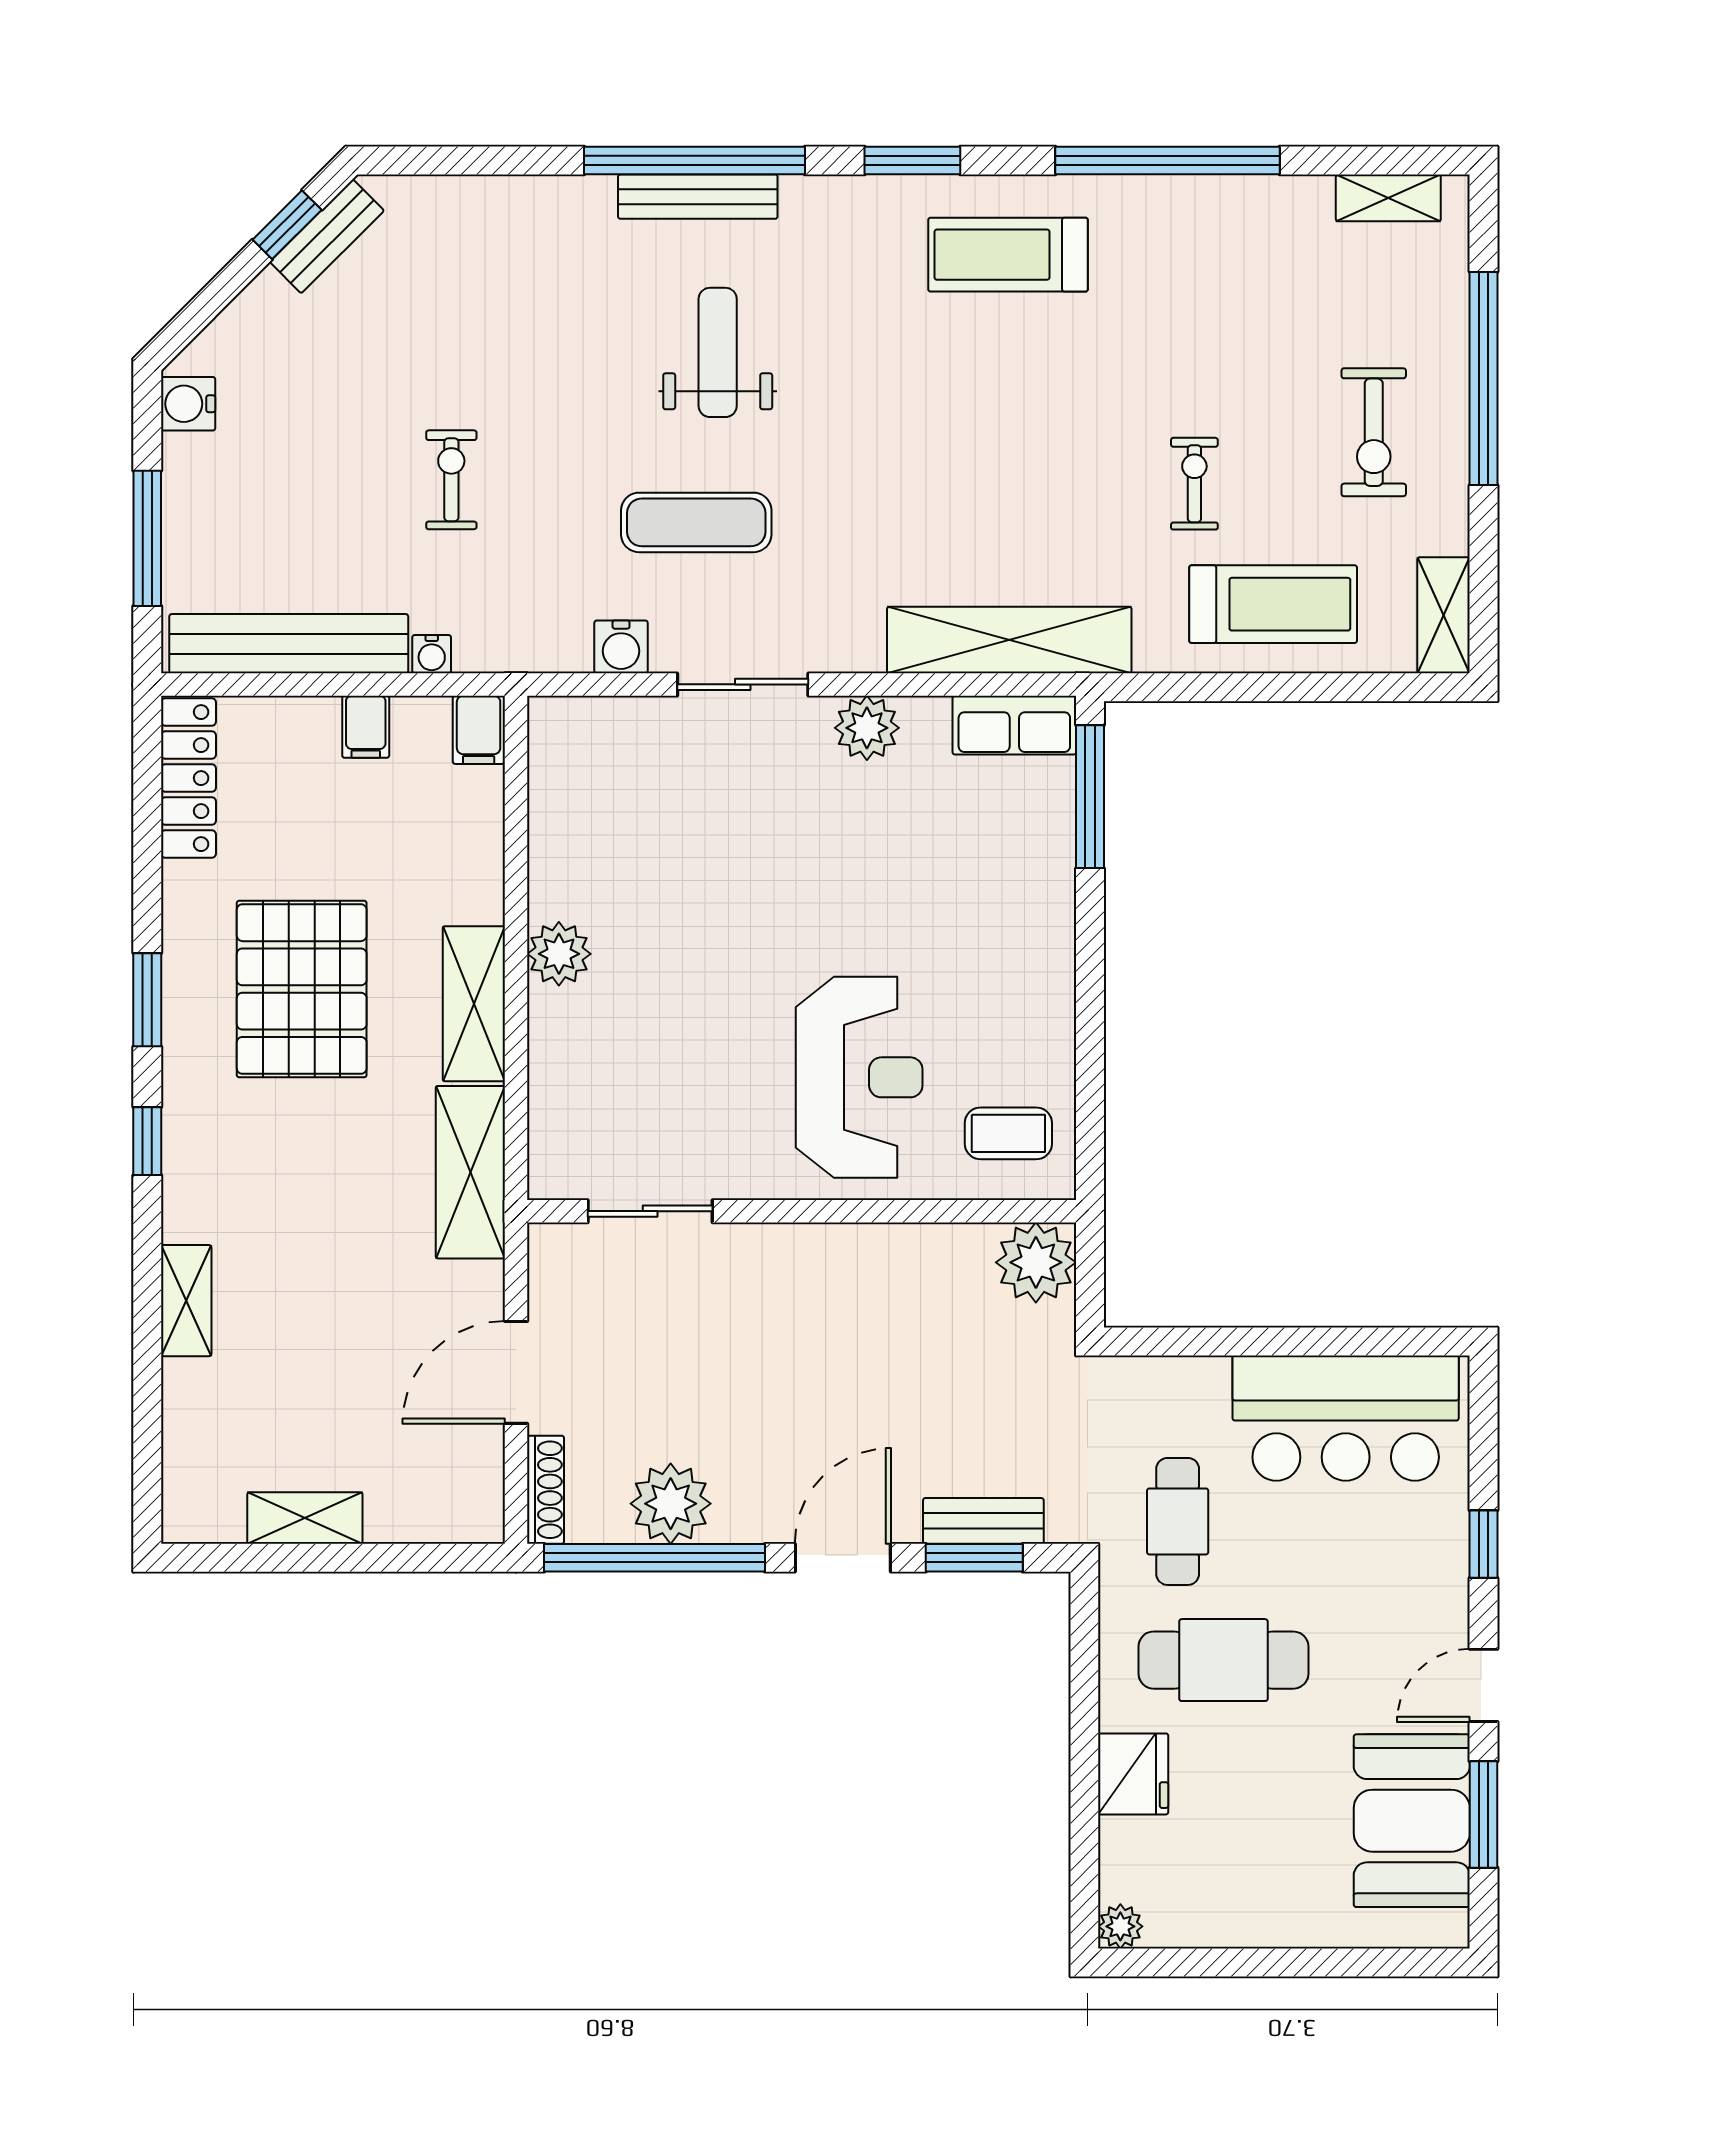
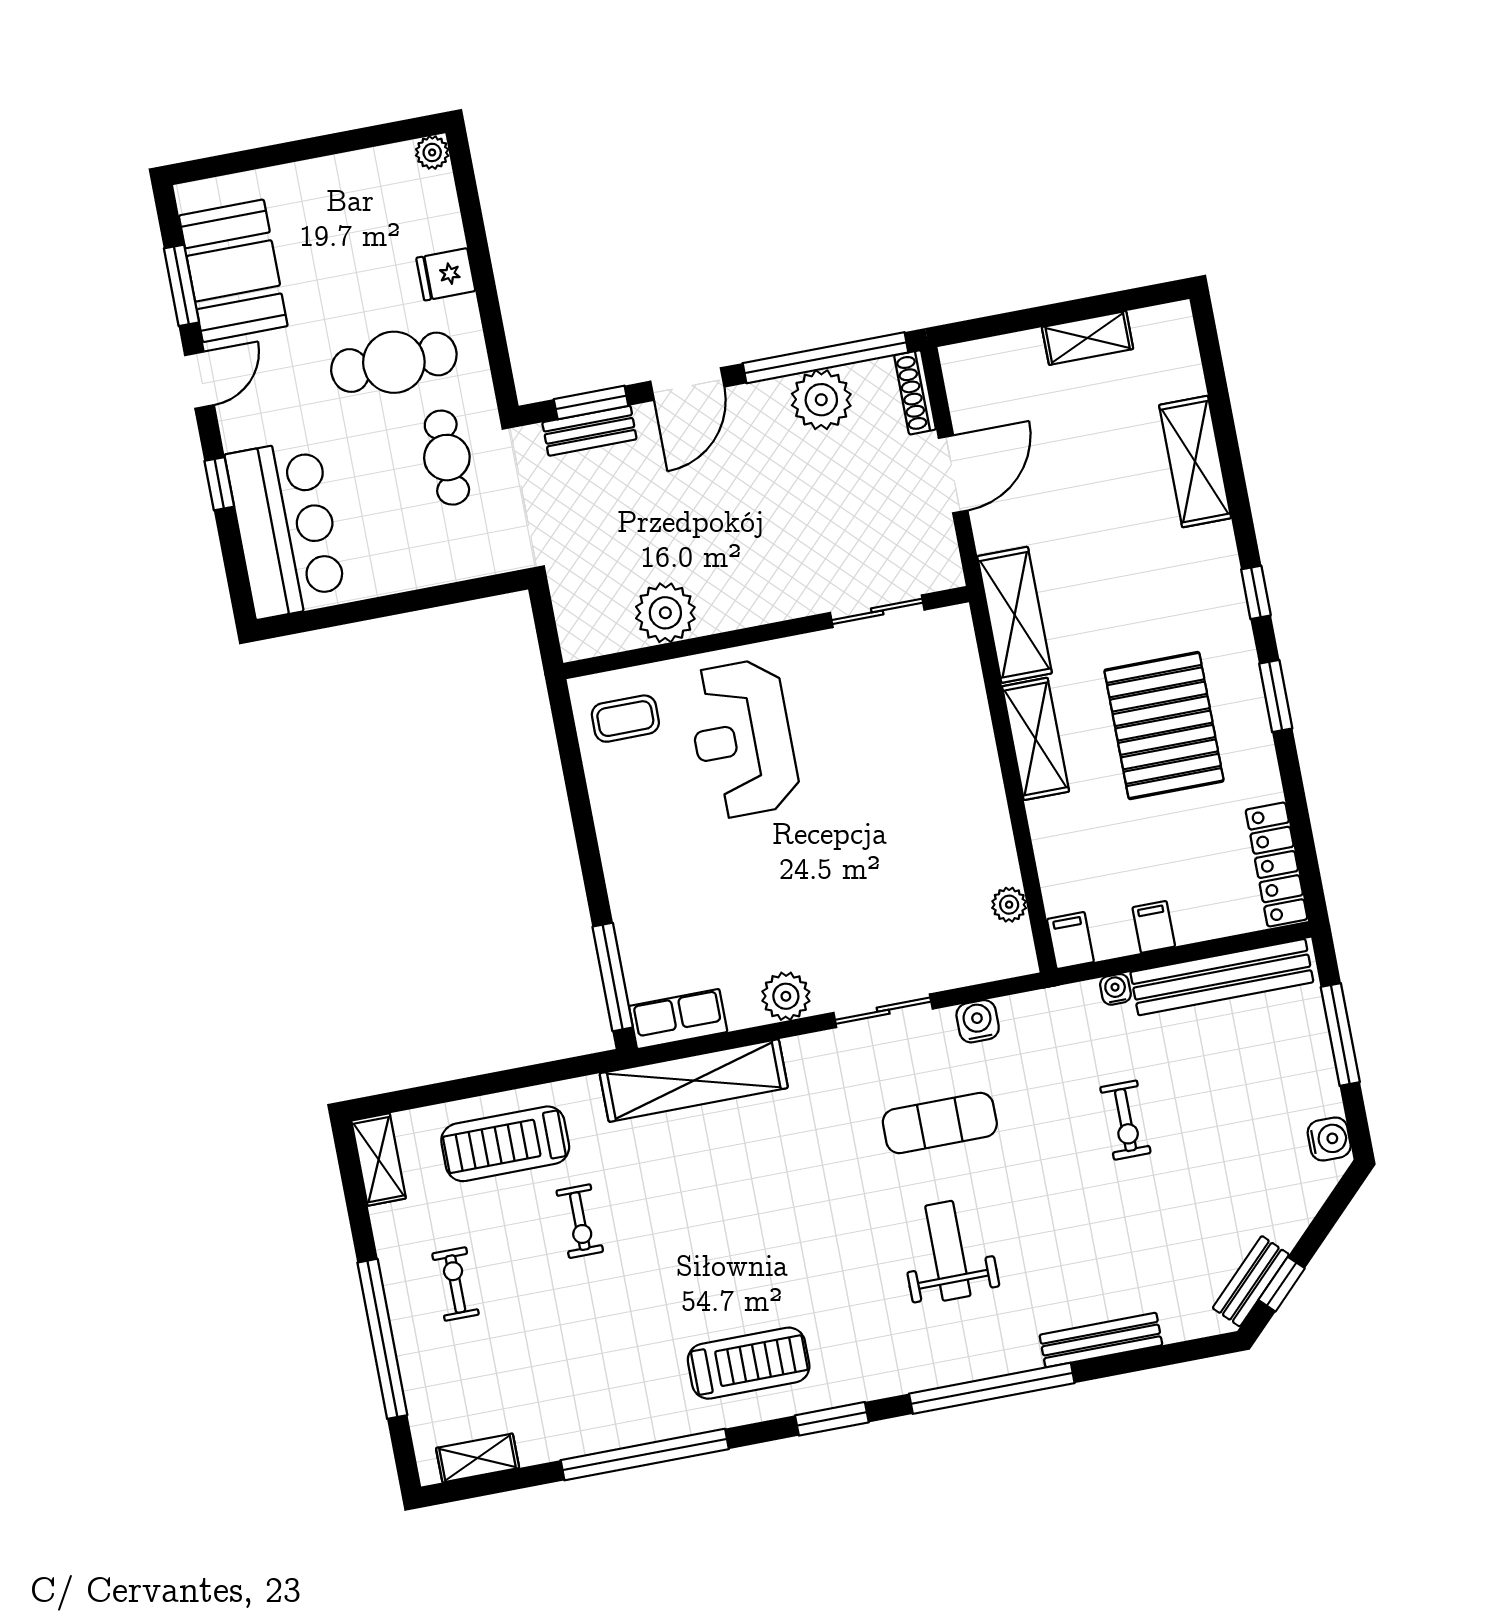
bench: (698, 197) -> (1101, 1340), moved
weight bench: (718, 352) -> (948, 1251), turned 180
exercise bike: (1374, 432) -> (455, 1284), width x0.73, depth x0.72
plant: (559, 954) -> (1009, 905), moved, width x0.73, depth x0.73
plant: (1036, 1262) -> (665, 613), moved
shelving: (186, 1301) -> (1195, 462), width x1.50, depth x1.33
bar counter: (1346, 1418) -> (286, 529), moved, turned 90
fridge: (1133, 1774) -> (446, 274), width x0.72

